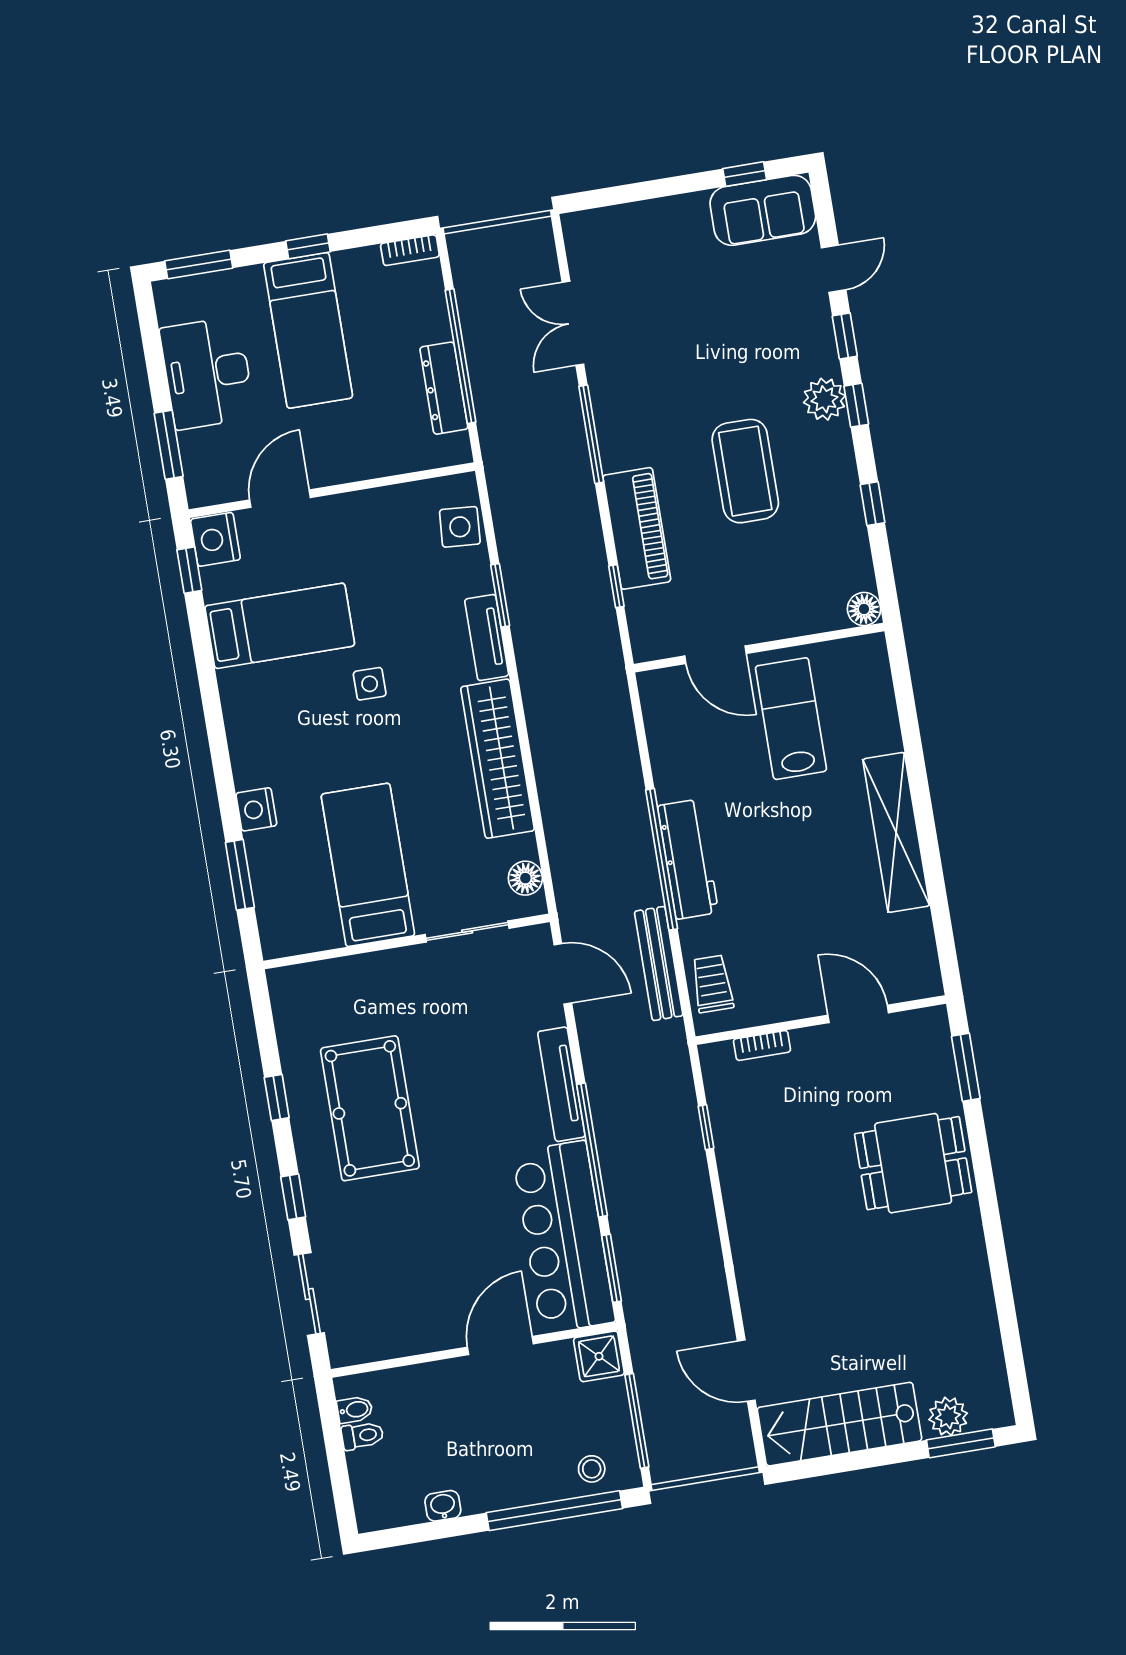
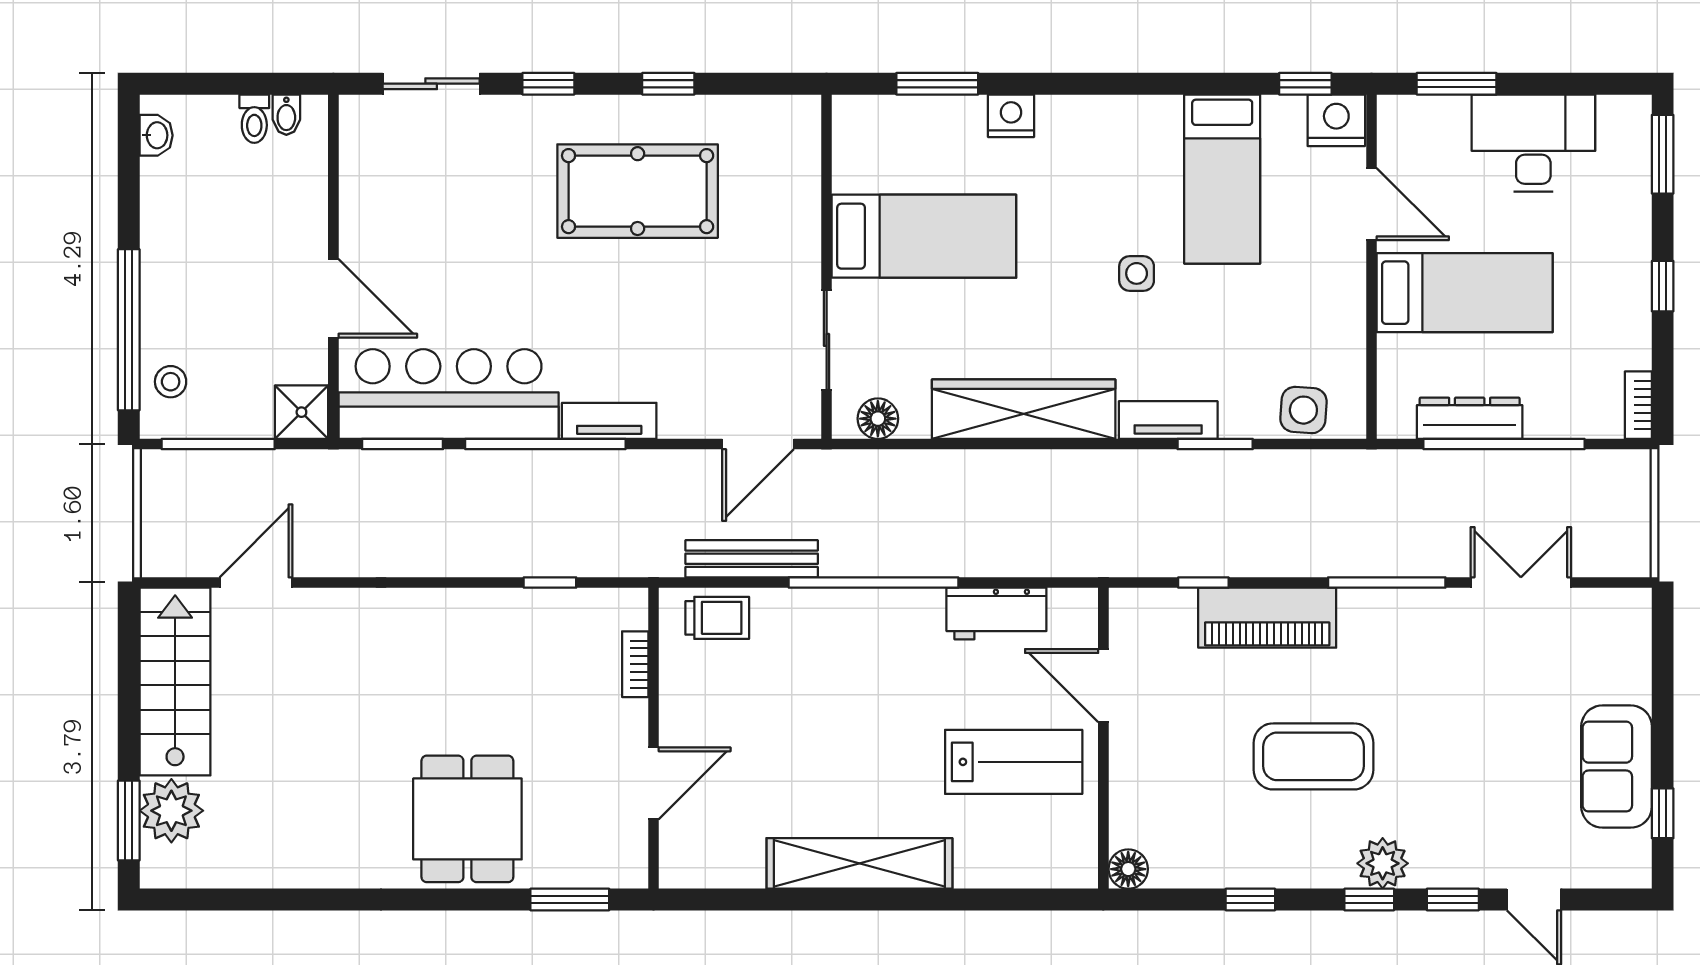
sofa: (763, 210) -> (1617, 767), moved
bed: (308, 330) -> (1465, 293), moved, turned 180
door: (716, 655) -> (1103, 686), hinge flipped
workbench: (688, 859) -> (996, 613), moved, width x0.73
tv unit: (561, 1084) -> (609, 421), width x0.71
plant: (948, 1416) -> (171, 811), width x1.36, depth x1.36
washbasin: (443, 1506) -> (156, 135), moved

